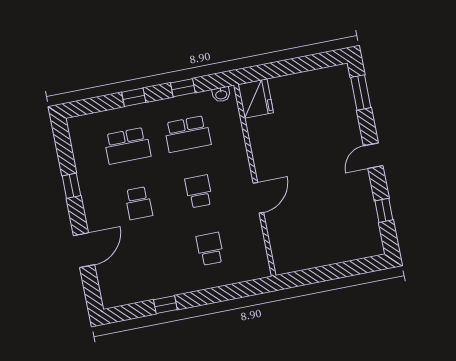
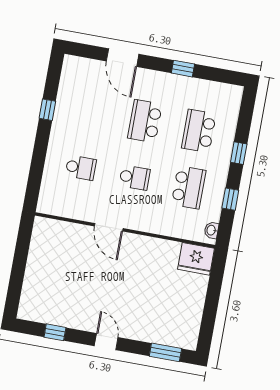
school desk: (187, 134) -> (189, 187), turned 180
school desk: (139, 203) -> (145, 121), width x1.85

